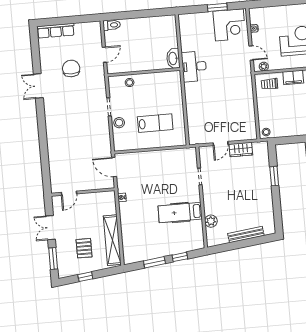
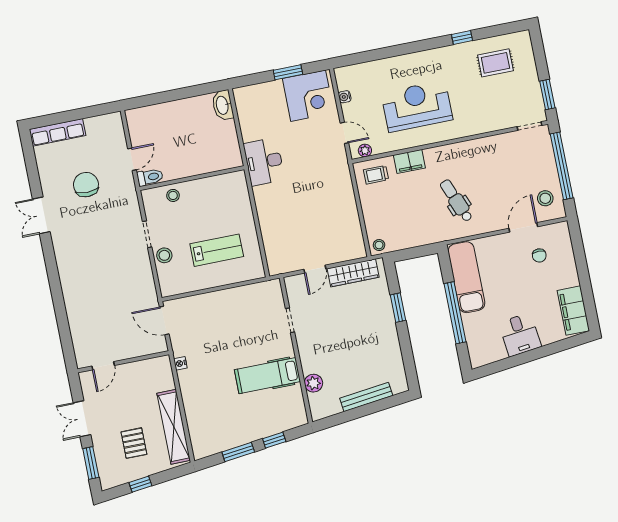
toilet: (112, 25) -> (150, 177), moved
washbasin: (173, 58) -> (223, 105), moved
wardrobe: (241, 149) -> (353, 273), width x1.50

